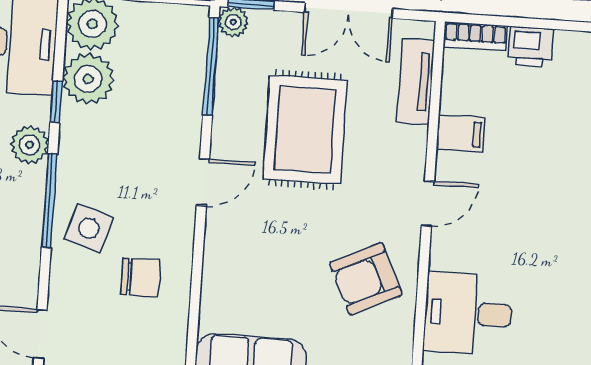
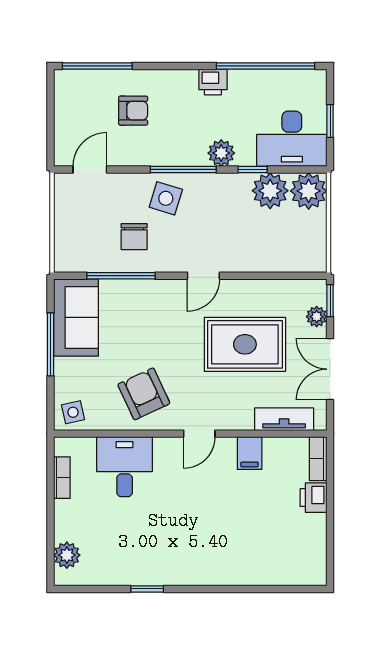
plant: (233, 22) -> (317, 317), moved
window: (211, 67) -> (121, 276), moved
door: (203, 182) -> (203, 276), hinge flipped
door: (428, 204) -> (199, 434), hinge flipped

